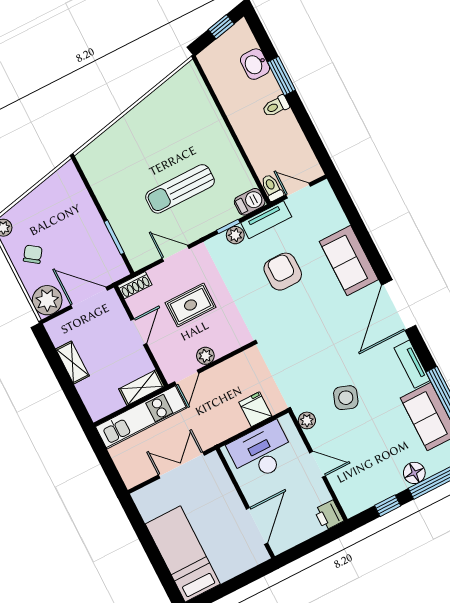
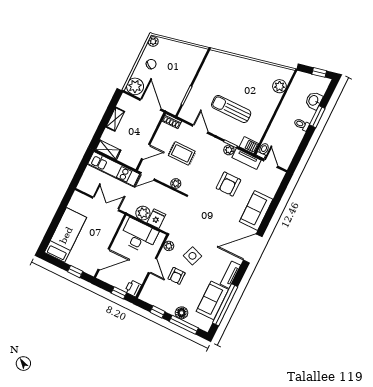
plant: (199, 97) -> (279, 86), added
armchair: (283, 272) -> (229, 184), turned 180
door: (139, 332) -> (146, 152), moved
plant: (205, 356) -> (176, 183), moved
shelving: (141, 388) -> (108, 150), moved
plant: (233, 422) -> (143, 213), added
armchair: (357, 441) -> (177, 276), added
window: (320, 540) -> (119, 293), added
window: (245, 579) -> (75, 272), added

